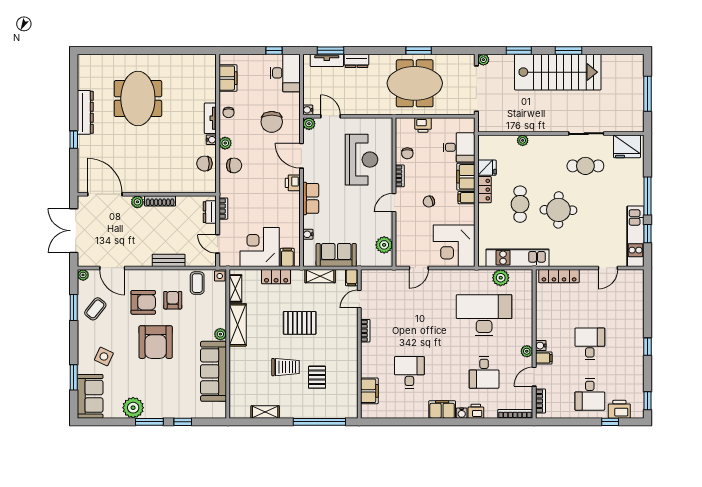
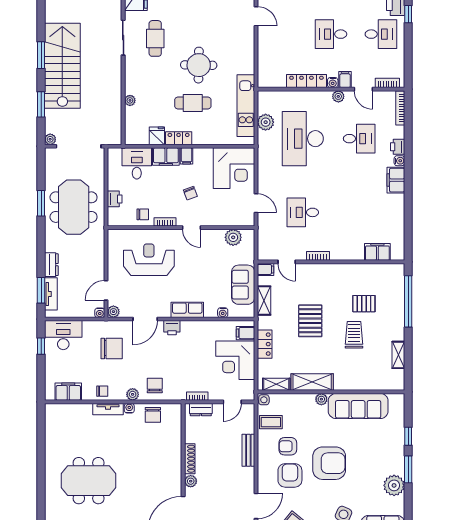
locker: (559, 276) -> (306, 81), moved, turned -90
desk: (409, 372) -> (303, 212), moved

